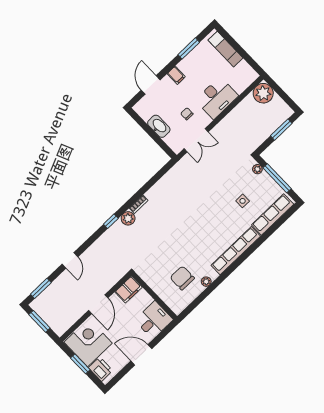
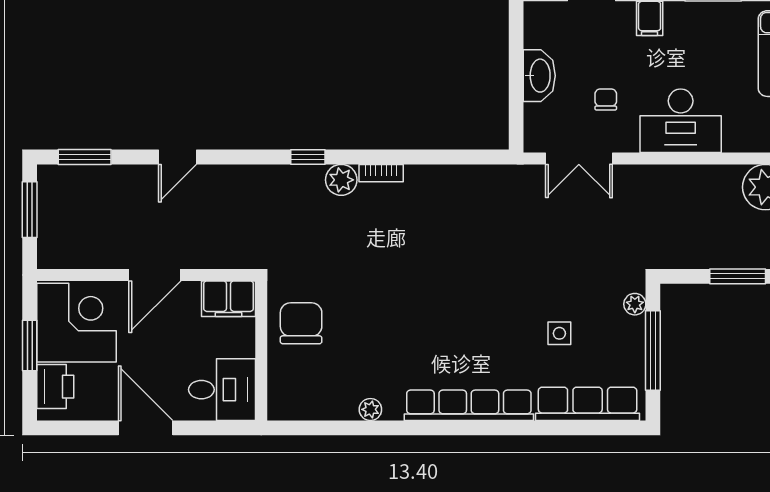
chair: (182, 278) -> (301, 323), moved

